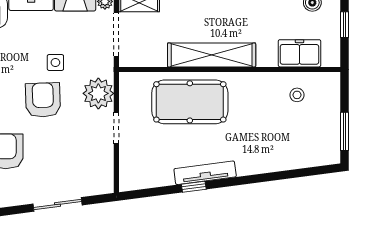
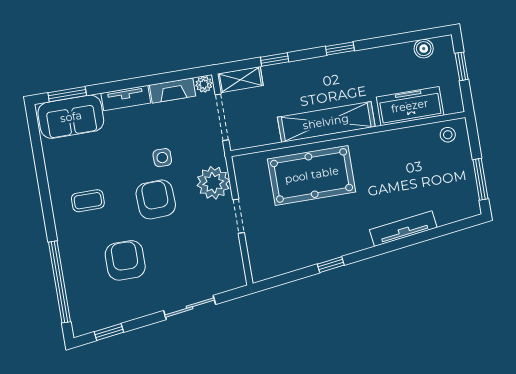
freezer: (299, 53) -> (410, 106), width x1.40
stool: (297, 95) -> (448, 135), moved
tv unit: (205, 173) -> (403, 229), moved

